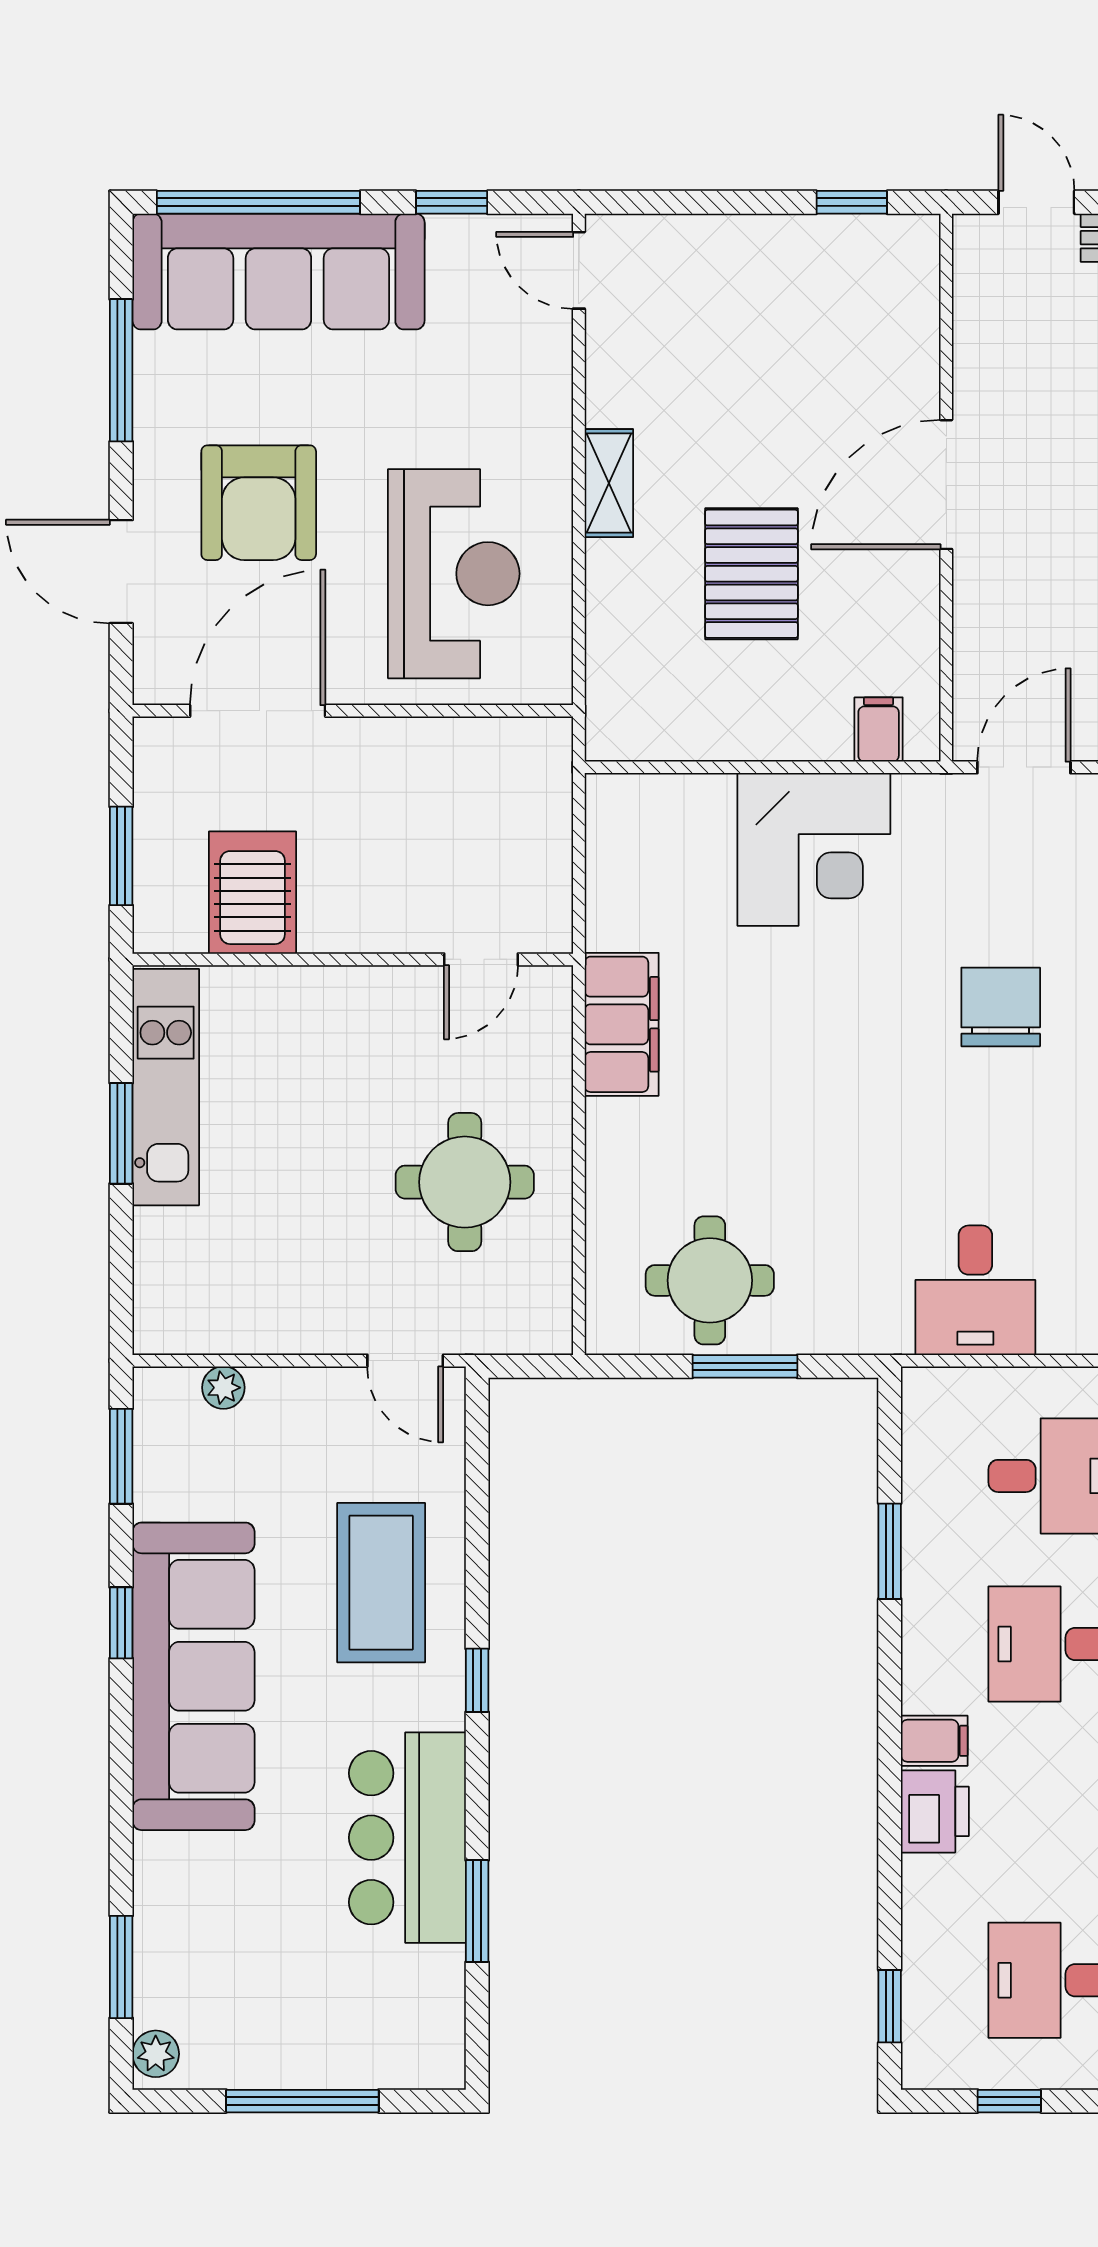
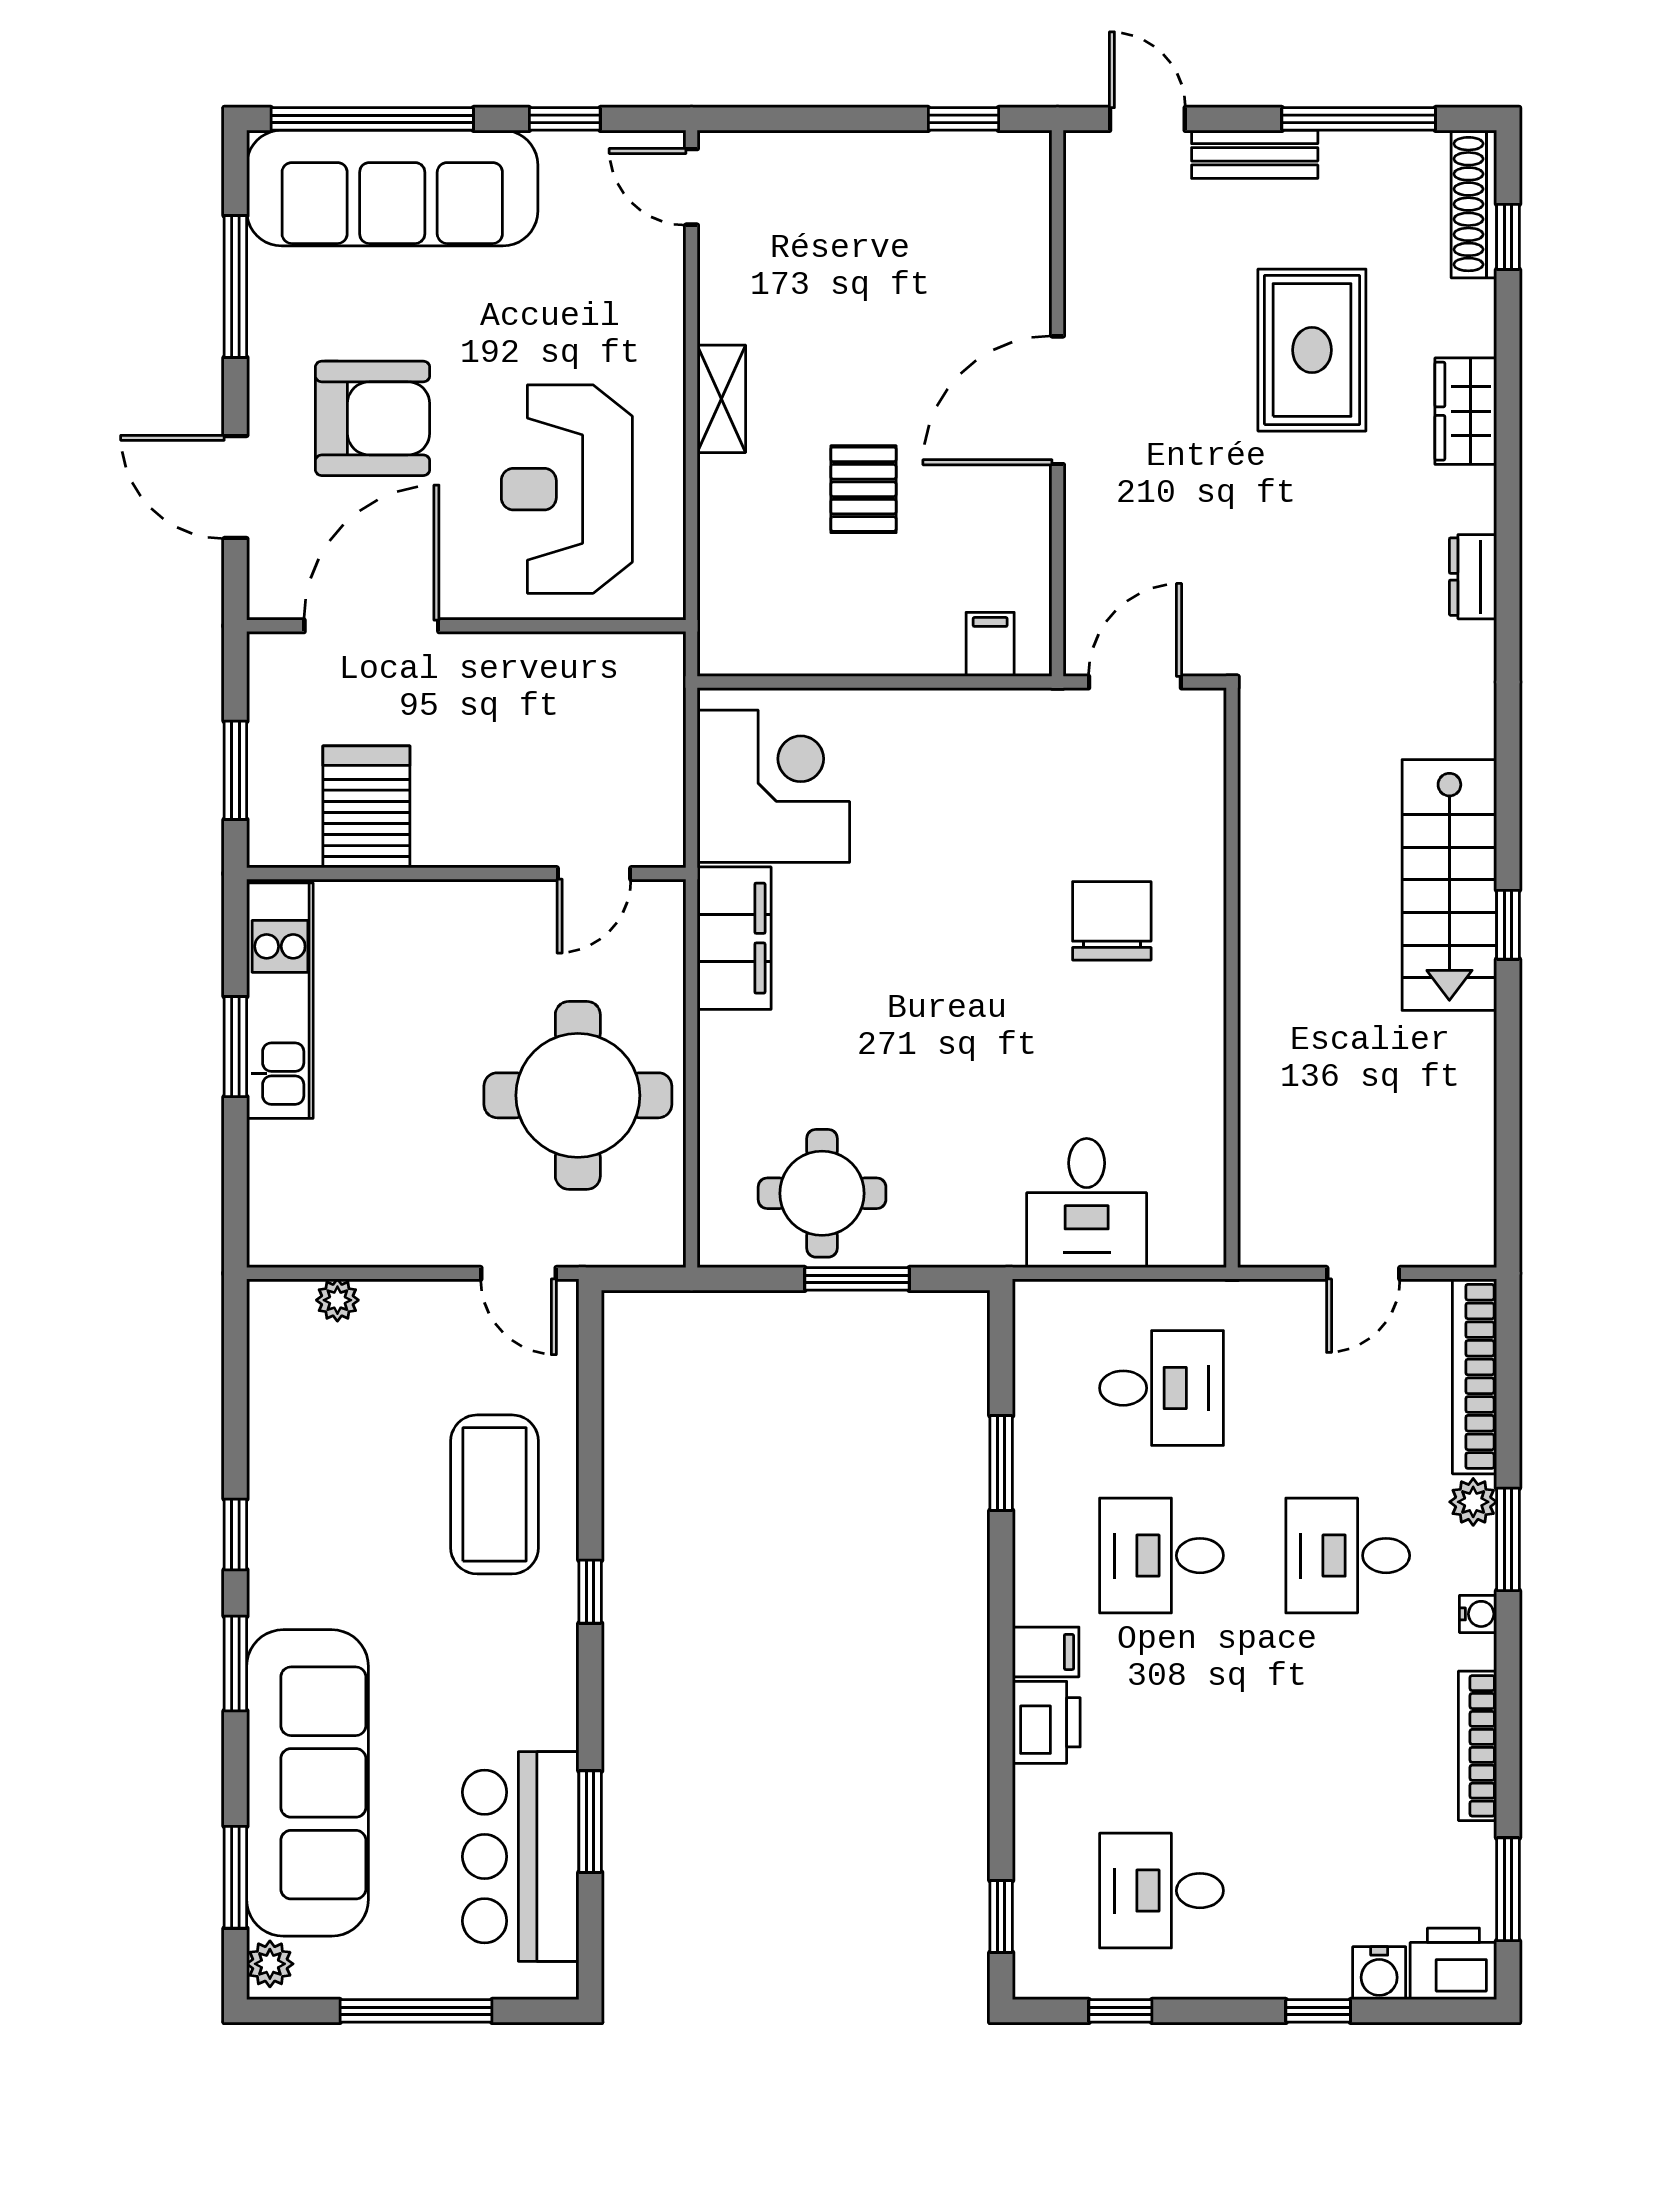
armchair: (259, 503) -> (373, 418), turned -90
reception desk: (454, 574) -> (567, 489), turned 180
pallet: (751, 574) -> (863, 489), width x0.67, depth x0.71
corner desk: (814, 849) -> (773, 786), moved, turned -90
round table: (465, 1182) -> (578, 1095), width x1.36, depth x1.36
window: (121, 1456) -> (235, 1664), moved
sofa: (193, 1676) -> (308, 1783), moved
bar counter: (407, 1838) -> (521, 1857), moved

